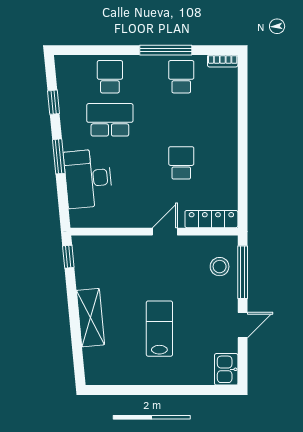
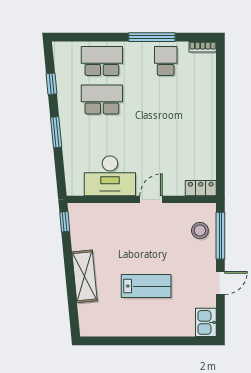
school desk: (110, 77) -> (102, 61), width x1.85
school desk: (181, 163) -> (166, 138), removed
desk: (88, 179) -> (110, 176), moved, turned -85
locker: (211, 219) -> (201, 188), width x0.66
lab bench: (159, 329) -> (146, 286), turned 90

